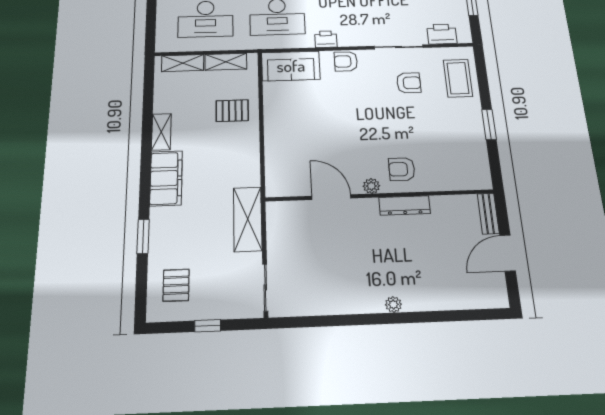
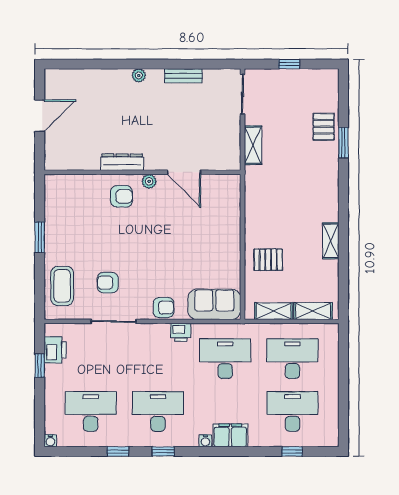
printer: (442, 34) -> (55, 350), moved, turned -90
filing cabinet: (166, 178) -> (325, 196), removed
bench: (488, 214) -> (183, 76), moved, turned 90
shelving: (248, 219) -> (253, 145), width x0.67, depth x0.75
pallet: (176, 285) -> (324, 127), moved

